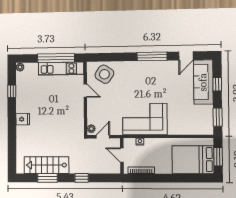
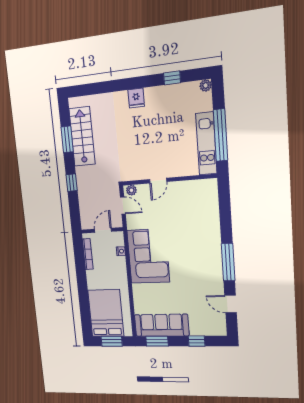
side table: (104, 74) -> (202, 202), removed
sofa: (203, 82) -> (162, 325), moved
door: (85, 91) -> (158, 181), moved

